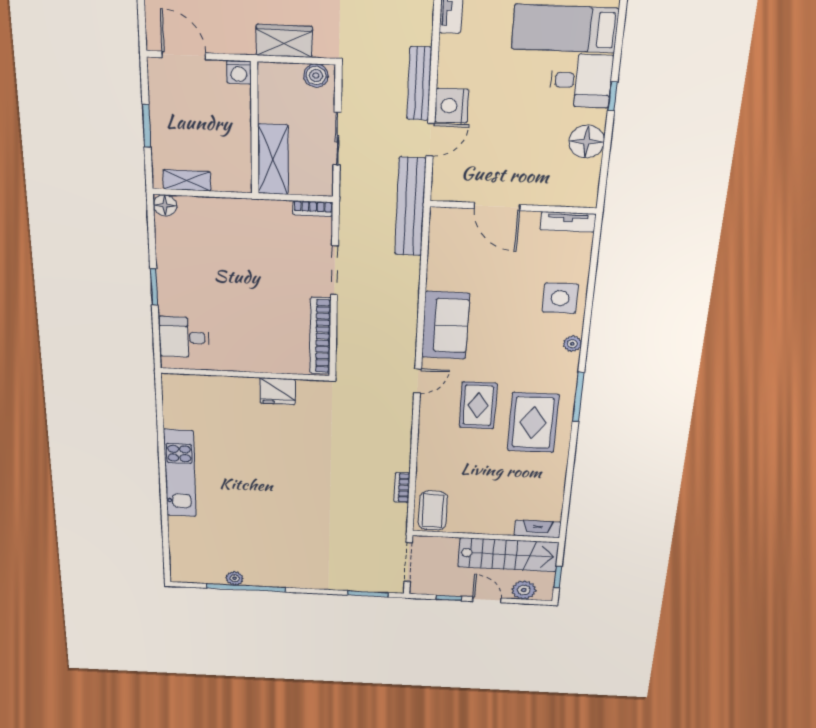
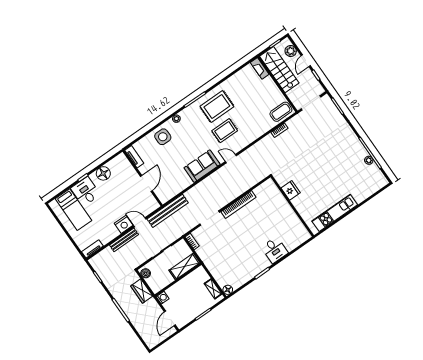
wall: (245, 374) -> (292, 206), moved
fridge: (278, 391) -> (291, 190), moved

